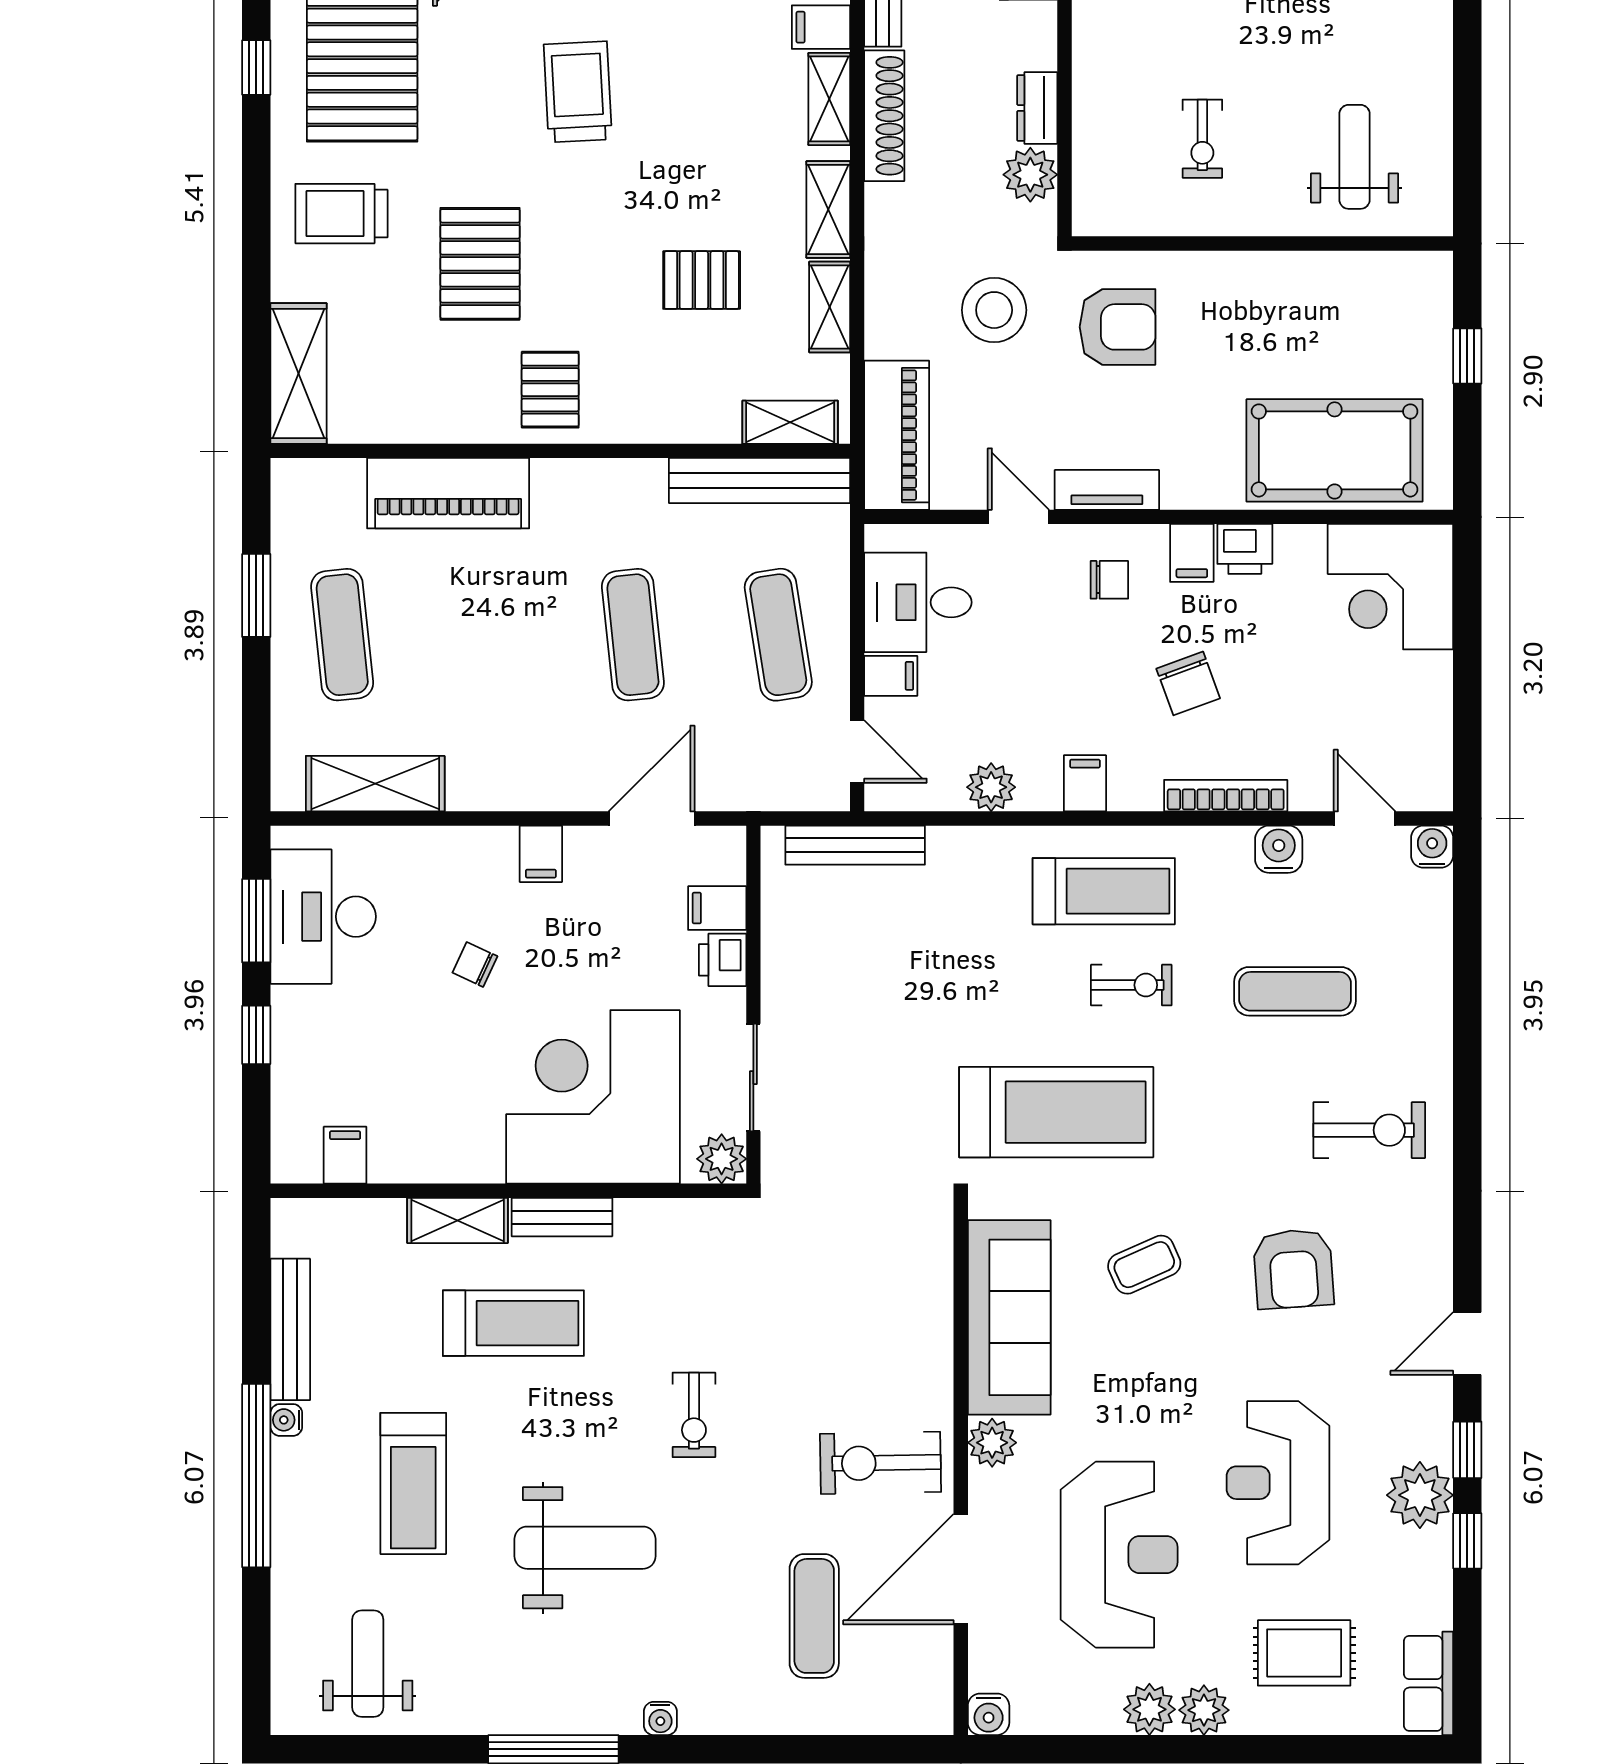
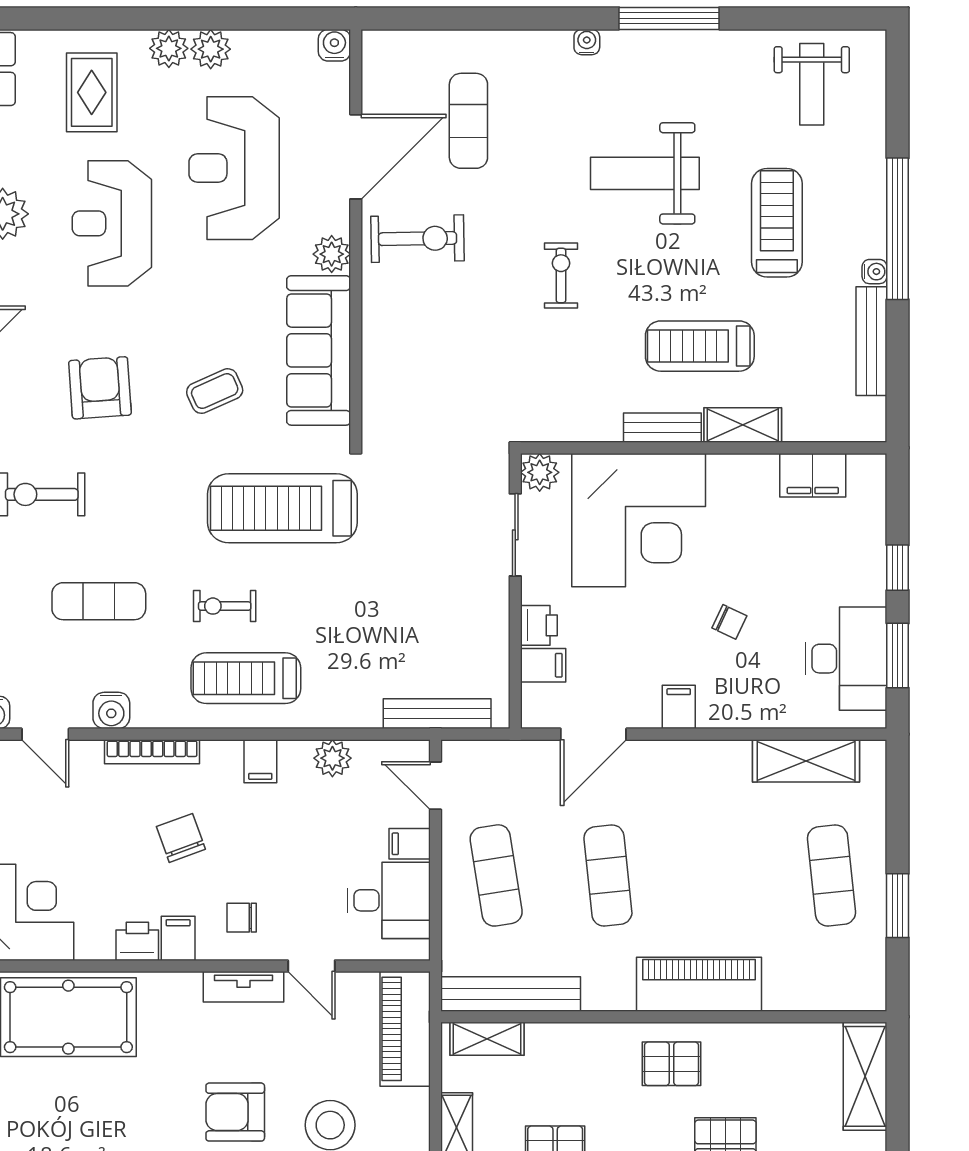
pallet: (550, 390) -> (672, 1064), turned 90
piano: (448, 493) -> (699, 984), moved
filing cabinet: (345, 1155) -> (813, 475), width x2.00
reception desk: (1278, 1483) -> (112, 223), turned 180
rug: (1304, 1653) -> (92, 92), turned 90

